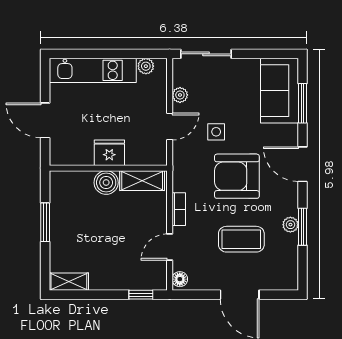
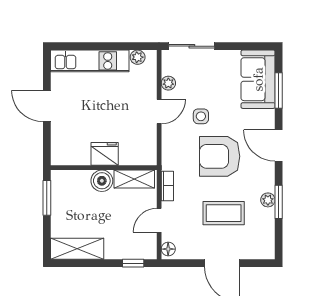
fridge: (109, 153) -> (105, 154), moved
wall: (108, 168) -> (104, 168), moved
shelving: (142, 181) -> (134, 179), moved
boiler: (106, 183) -> (102, 181), moved
shelving: (69, 282) -> (77, 249), width x1.50, depth x1.33

